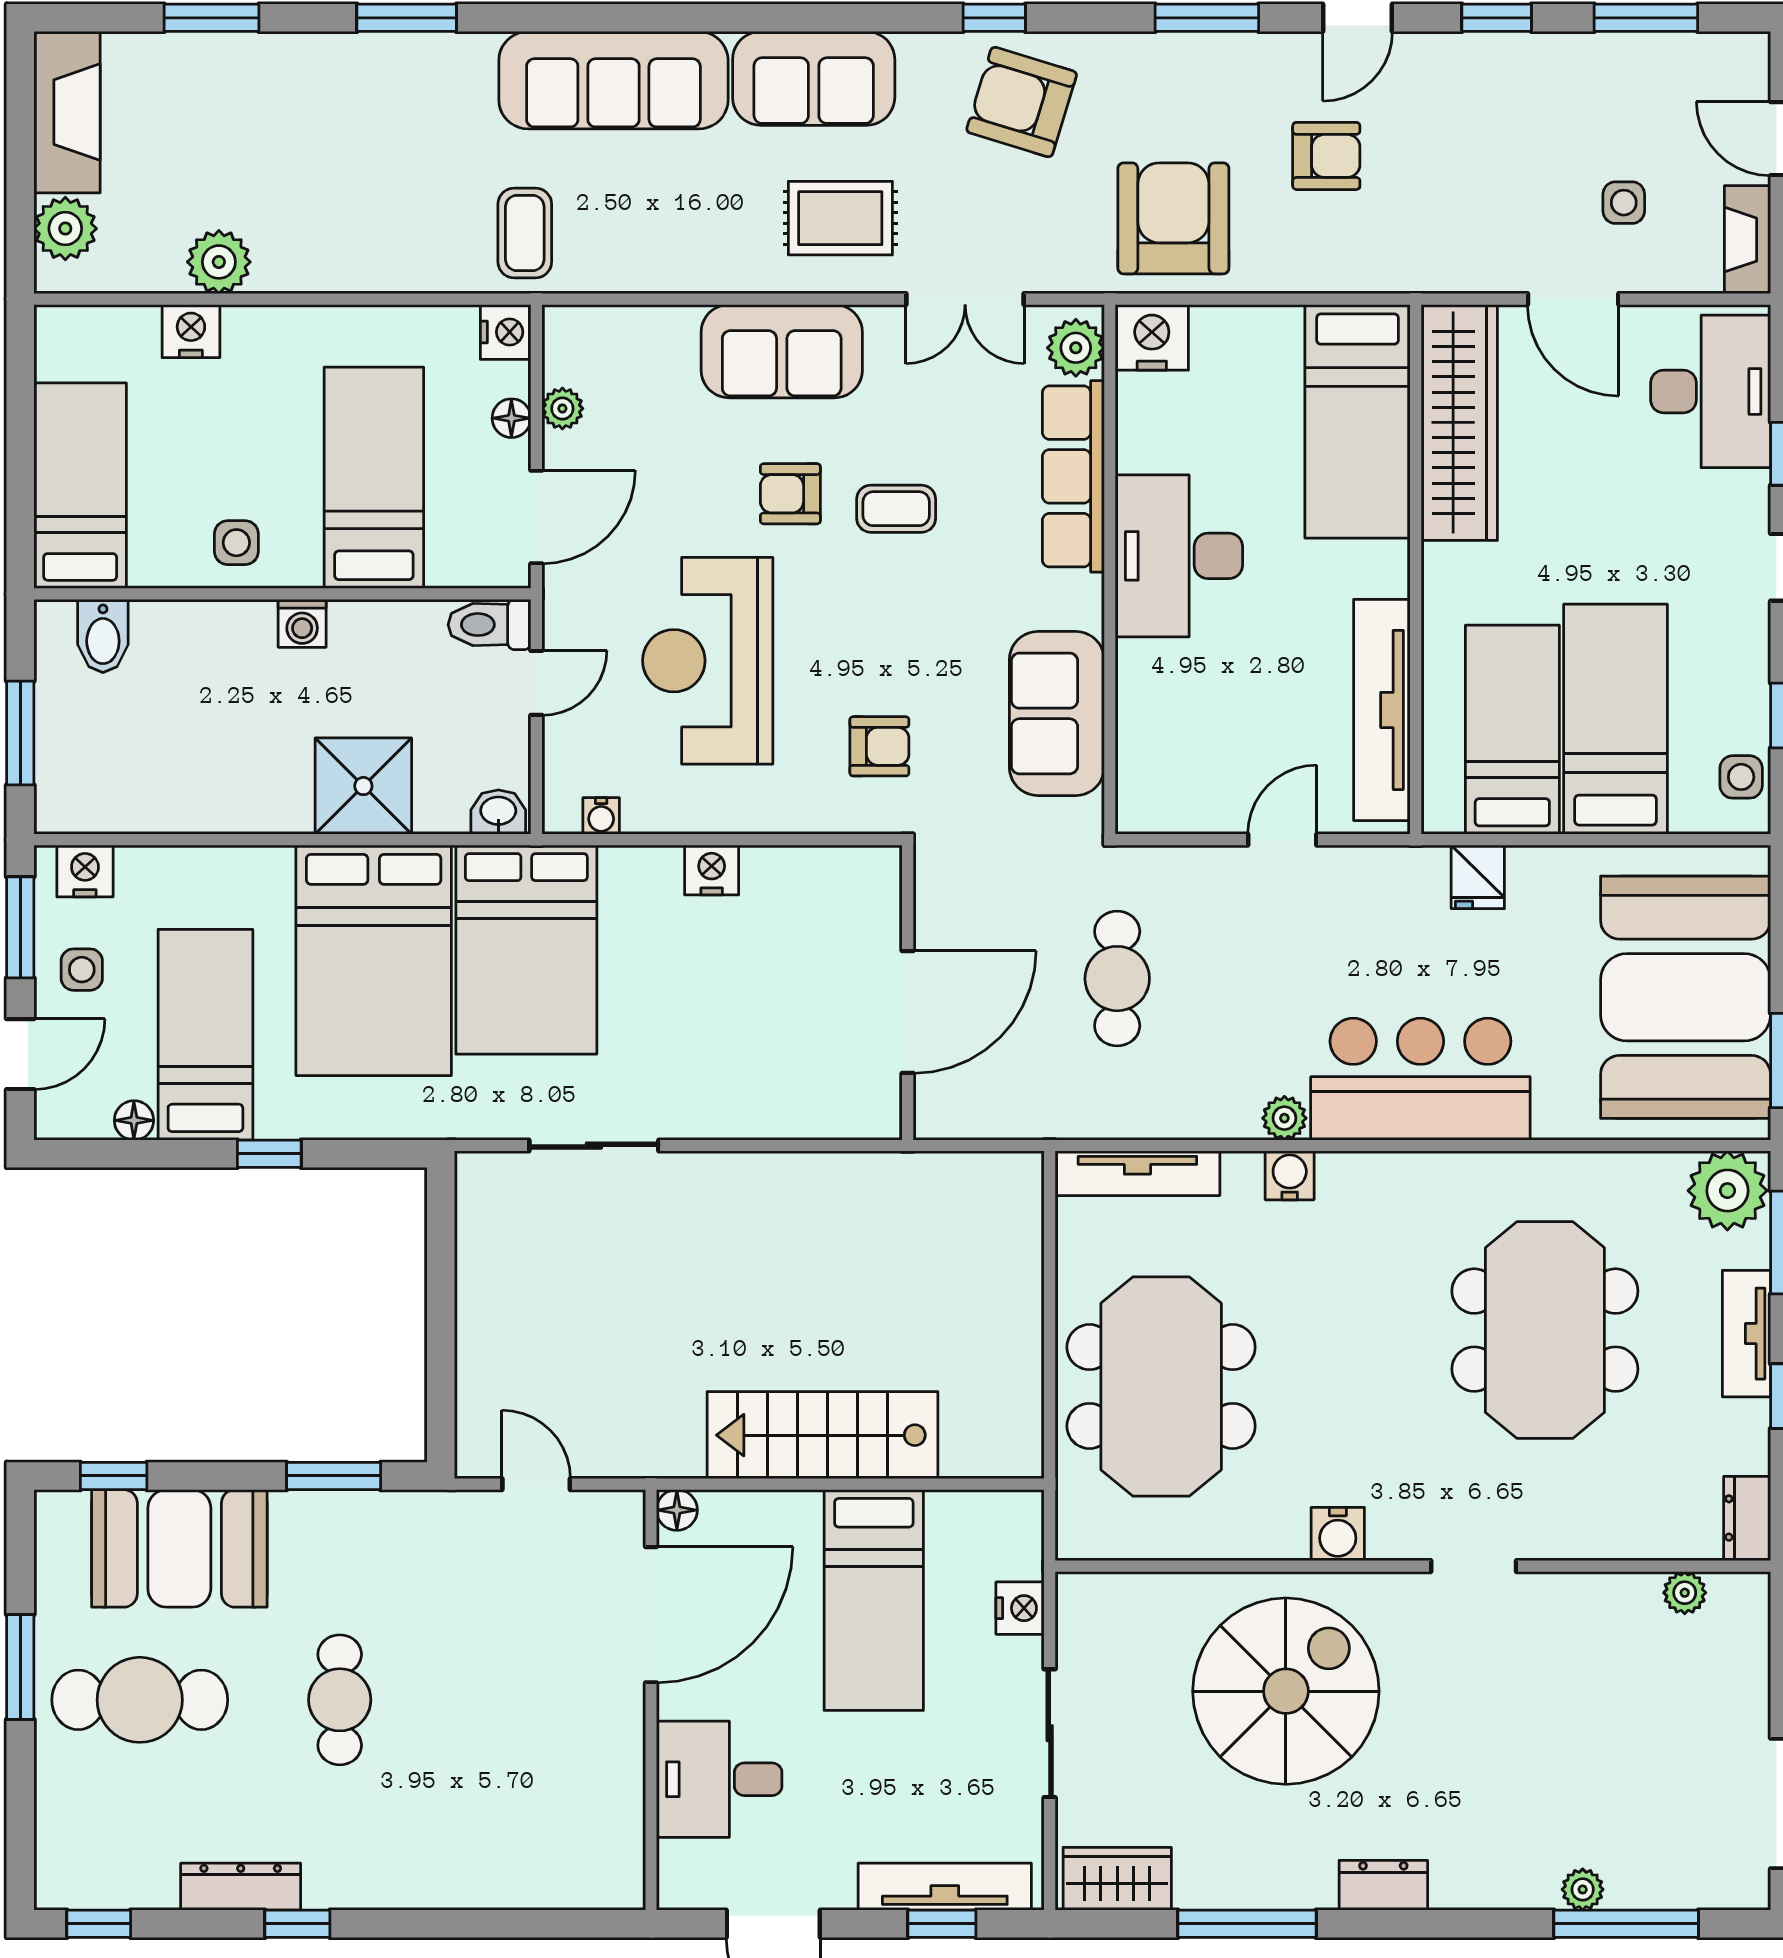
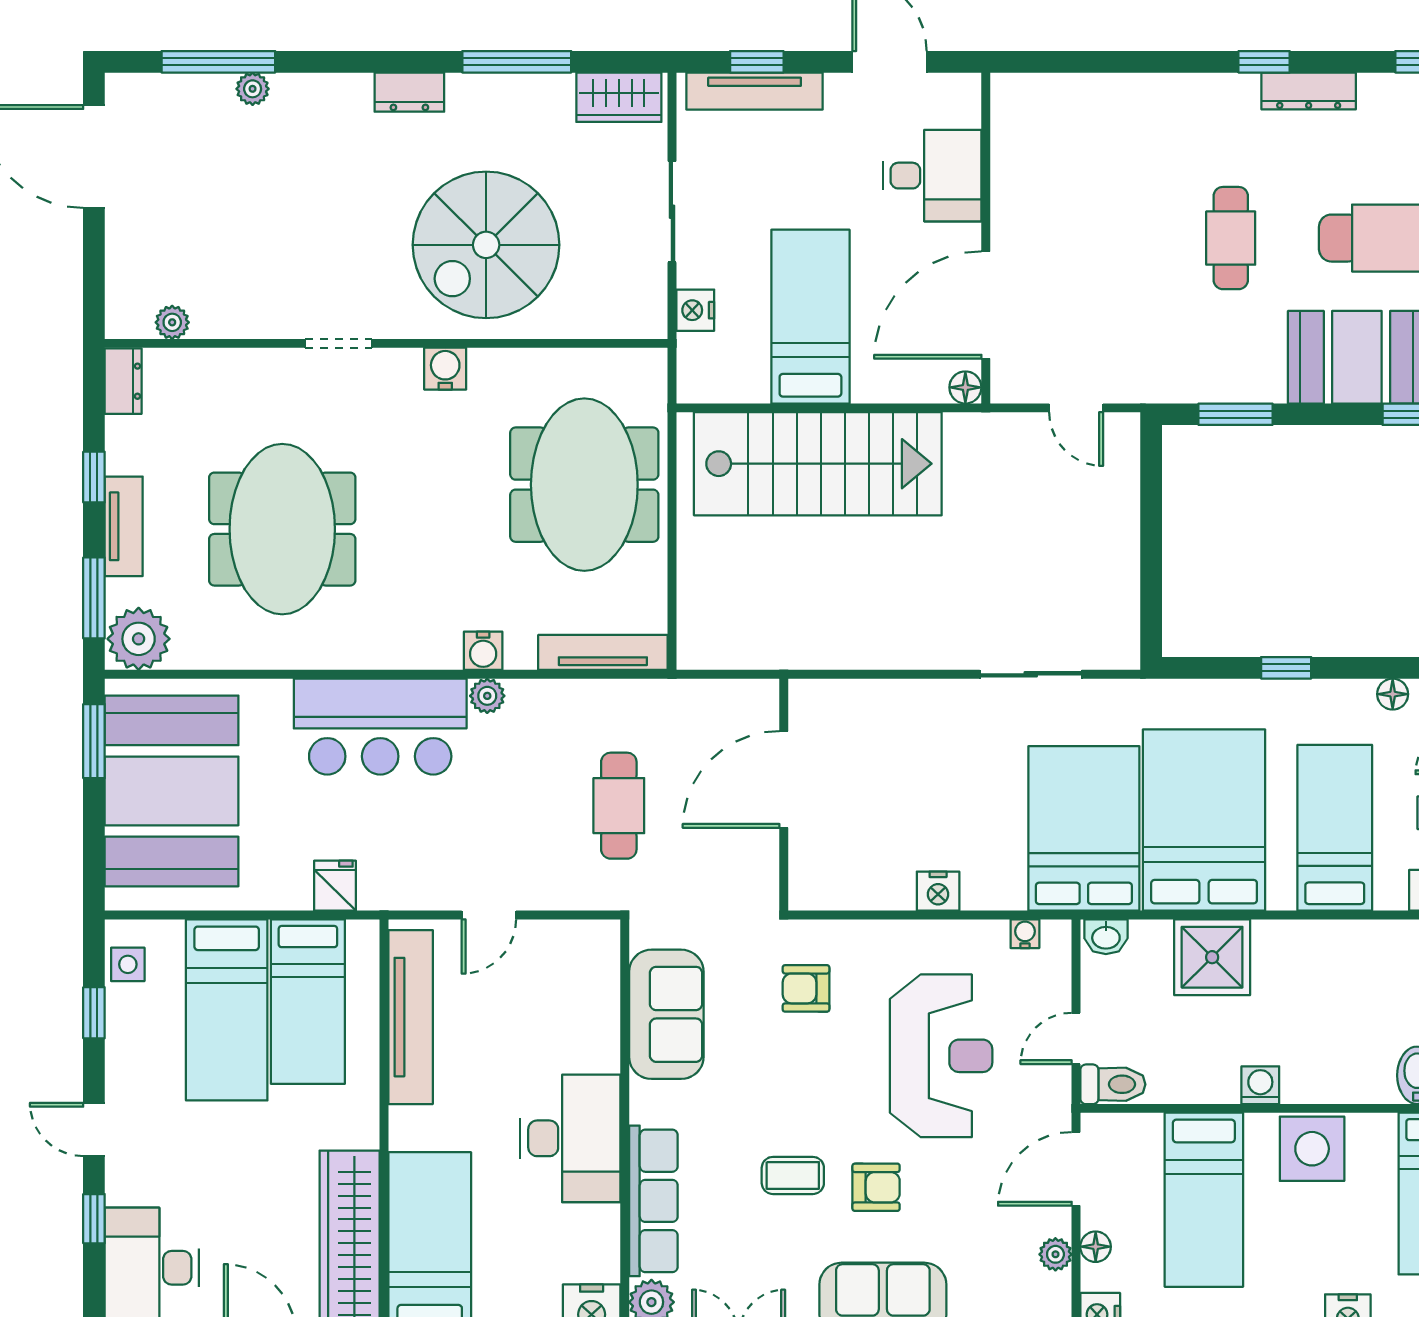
side table: (236, 543) -> (1312, 1149), width x1.87, depth x1.87
bed: (205, 1035) -> (1335, 828), moved, turned 180
stairs: (822, 1435) -> (818, 464), width x1.36, depth x1.51

